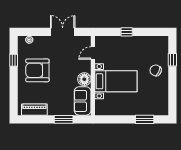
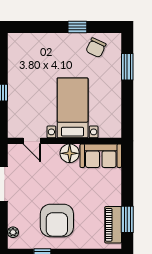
window: (172, 60) -> (77, 27), moved
chair: (156, 70) -> (96, 48), moved
window: (64, 119) -> (127, 219), moved

